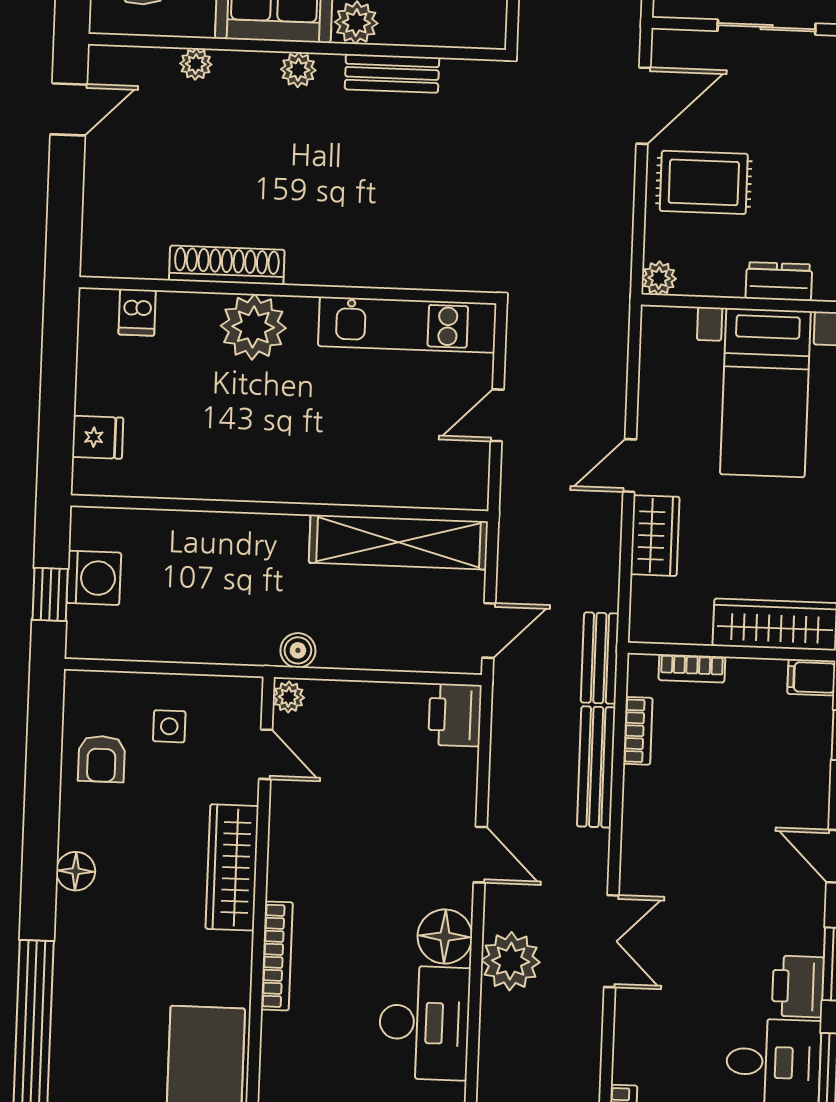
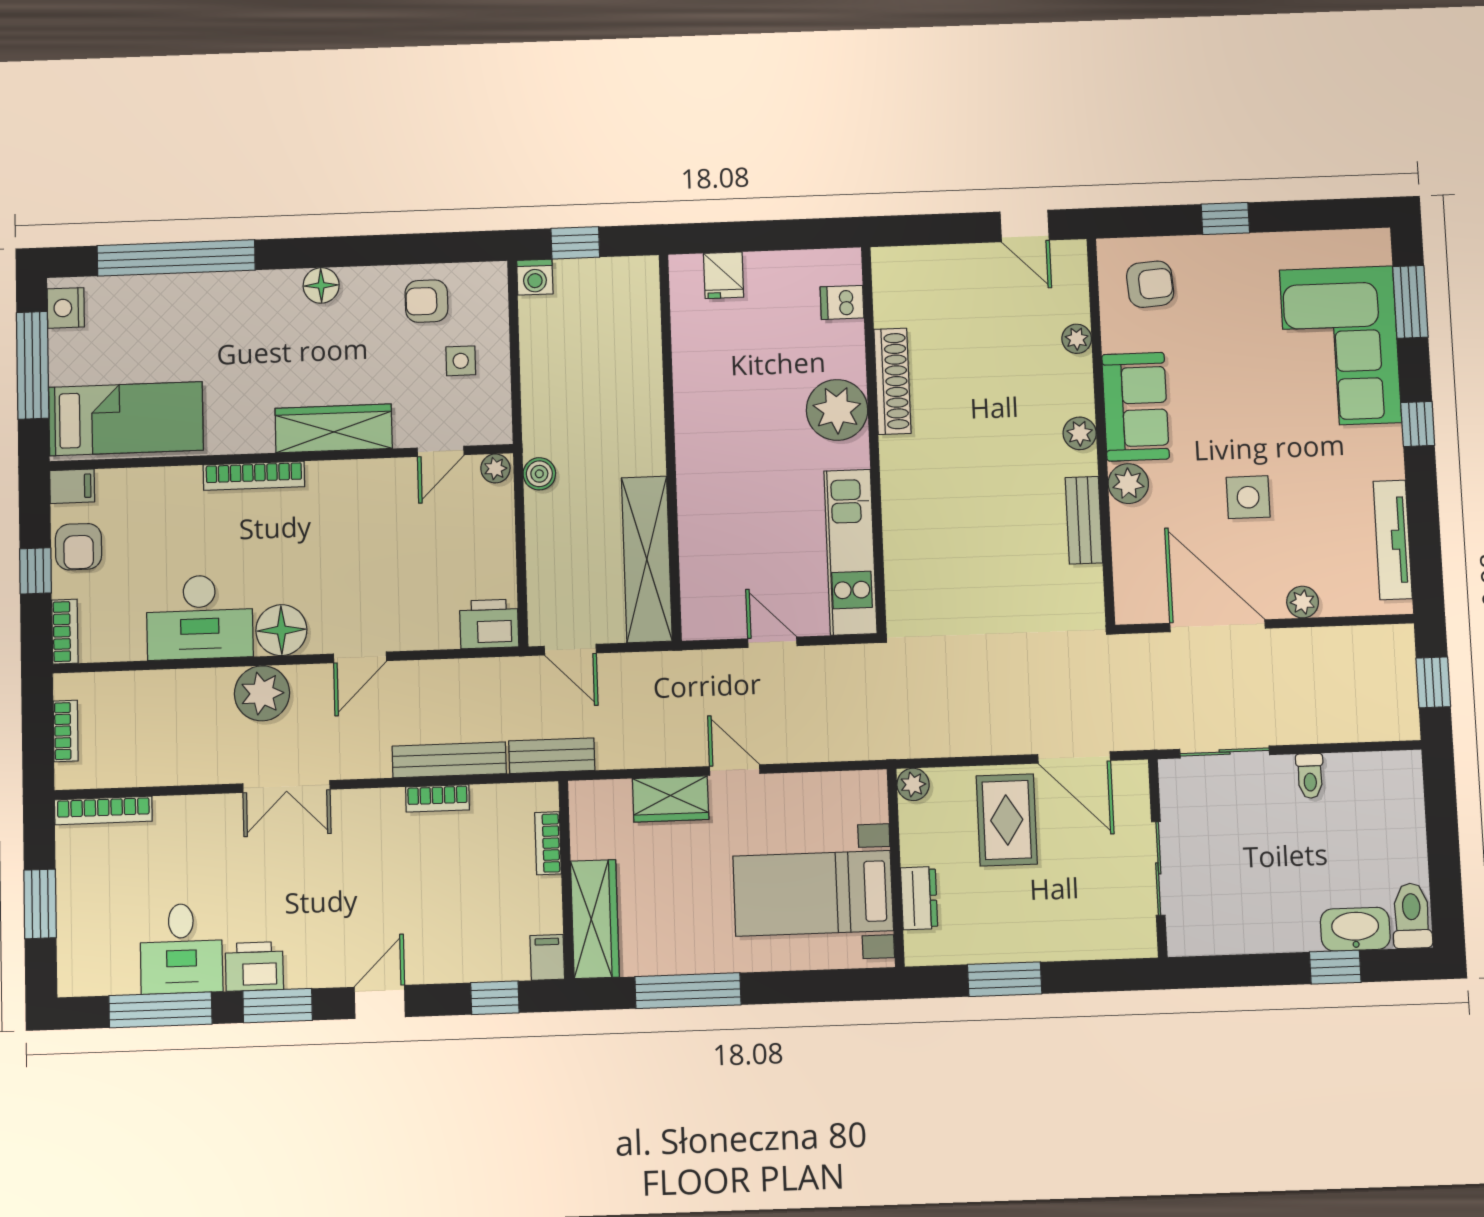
washing machine: (94, 578) -> (535, 277), moved, width x0.73, depth x0.73
bookcase: (638, 731) -> (438, 798), moved

